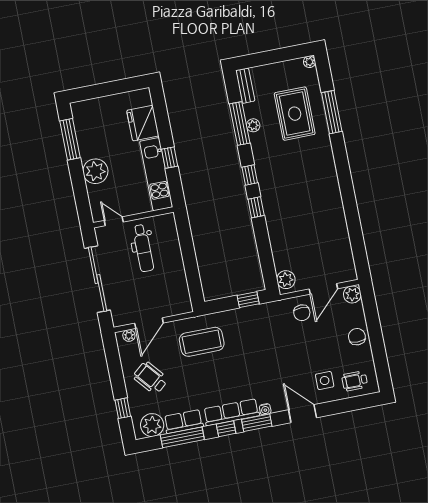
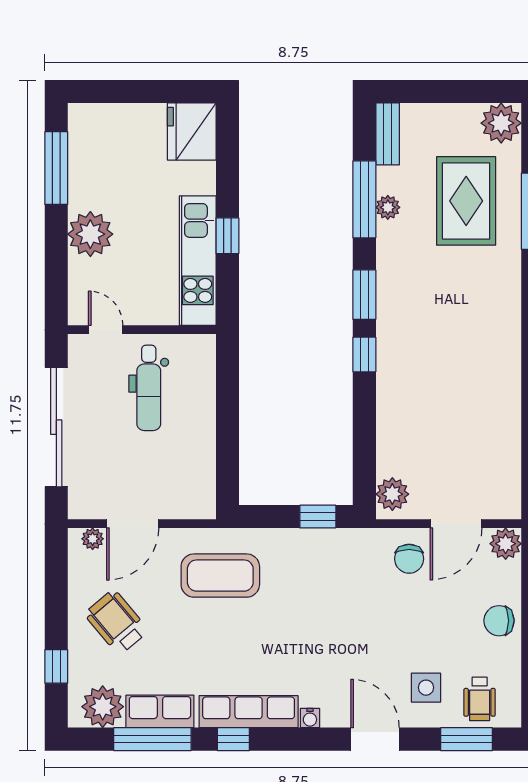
plant: (309, 62) -> (501, 123), width x1.87, depth x1.87
fridge: (143, 123) -> (192, 132), moved
window: (250, 175) -> (364, 295), width x1.50
chair: (357, 337) -> (499, 621), turned -90
wheelchair: (355, 381) -> (480, 699), turned -90
window: (257, 423) -> (466, 739), moved

